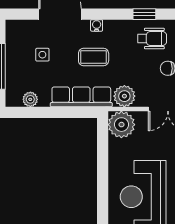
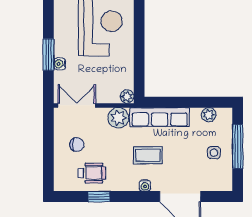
wheelchair: (152, 38) -> (92, 173), turned 180
side table: (42, 55) -> (214, 153), moved
plant: (121, 125) -> (127, 96), width x0.53, depth x0.53

